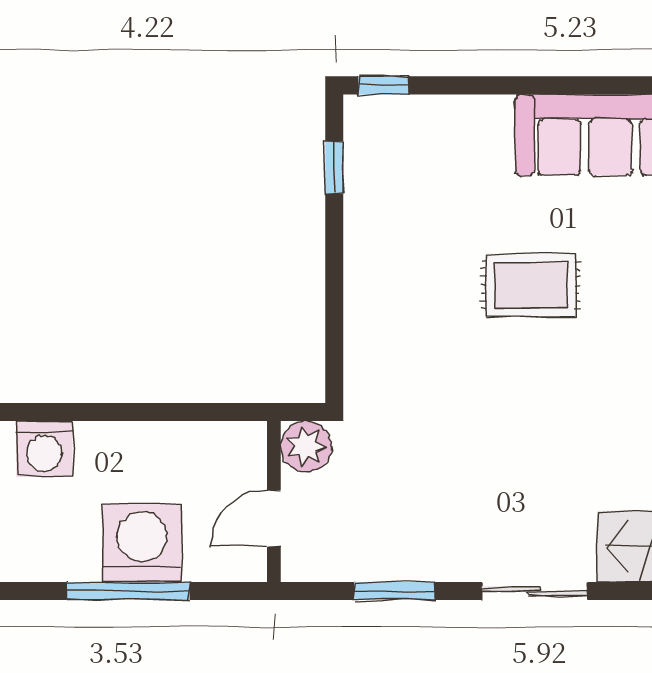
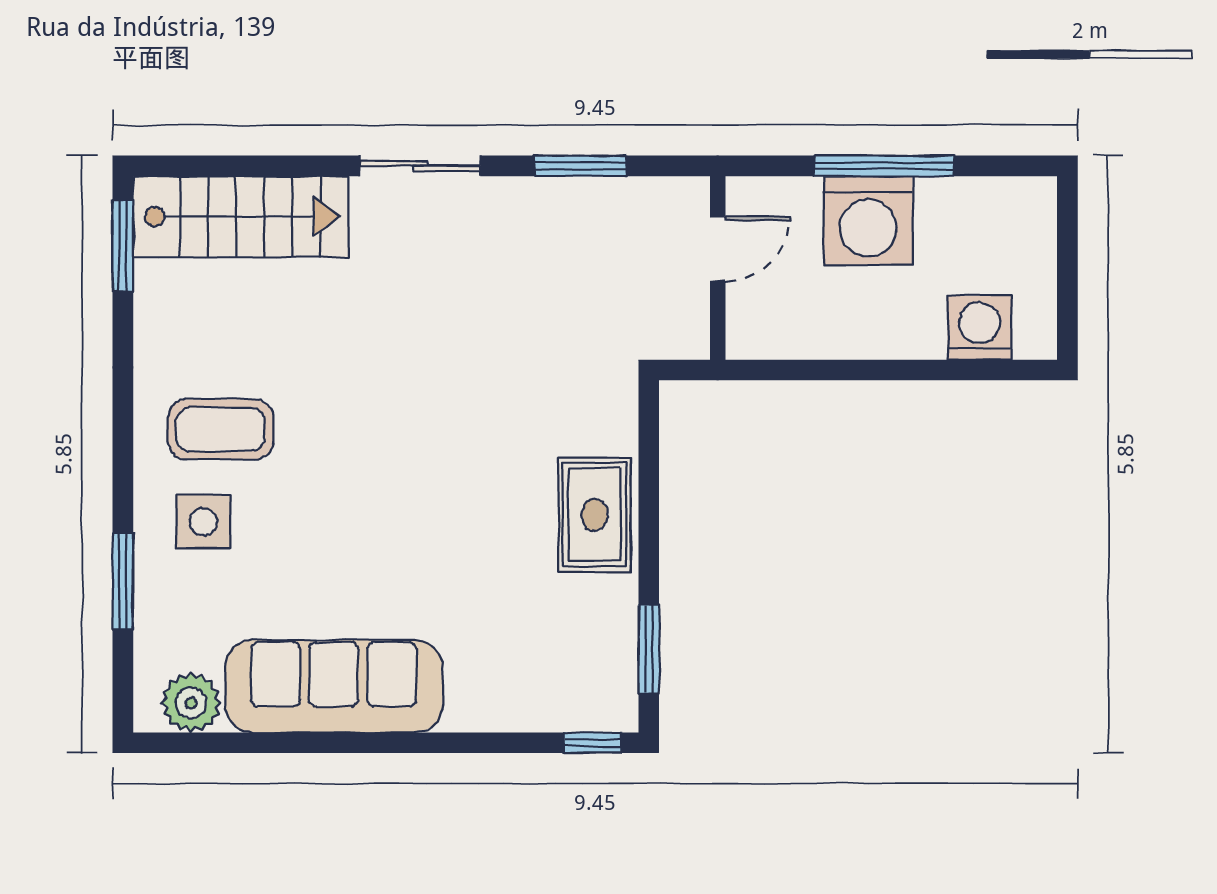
window: (334, 167) -> (649, 649), width x1.50
rug: (531, 285) -> (595, 515), moved, turned 90
plant: (306, 446) -> (681, 331), removed

